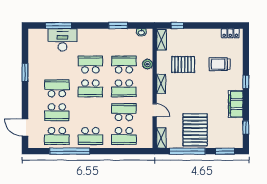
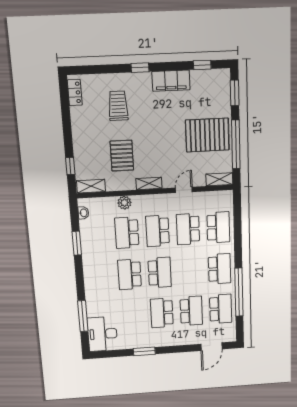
desk: (62, 40) -> (102, 334), moved
trolley: (220, 64) -> (118, 106), turned 180
school desk: (124, 88) -> (158, 231), turned 180

